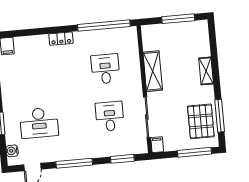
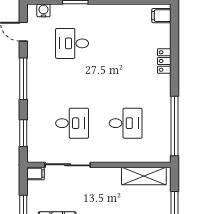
locker: (61, 39) -> (164, 61), moved
shelving: (153, 71) -> (144, 176), moved
desk: (39, 123) -> (72, 43), width x0.73

